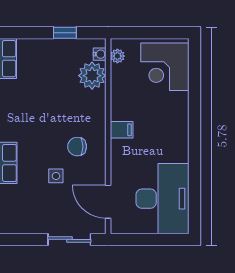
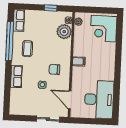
coffee table: (25, 110) -> (27, 49), added

